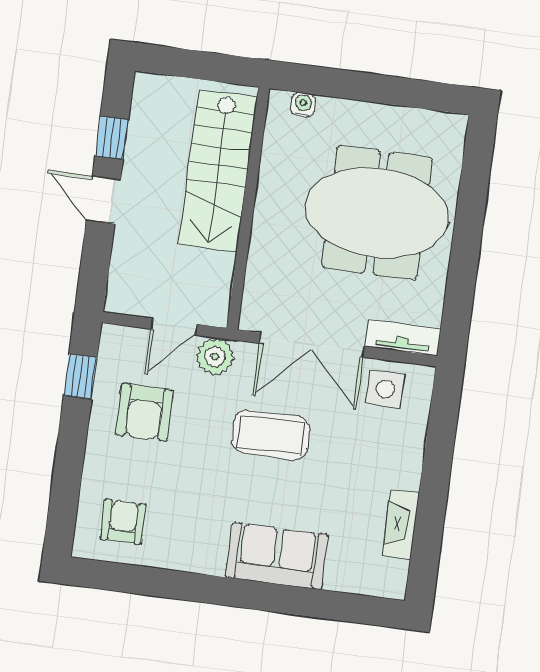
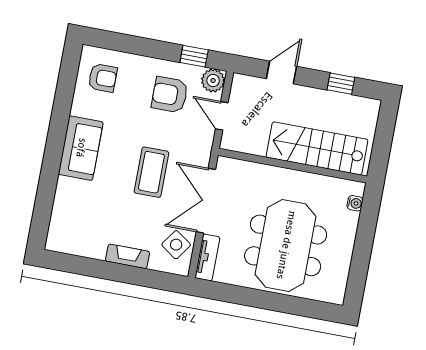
door: (103, 200) -> (281, 72), moved
plant: (215, 357) -> (213, 80), moved
side table: (385, 389) -> (176, 245), turned 35
fireplace: (401, 524) -> (128, 256), moved
sofa: (277, 556) -> (81, 148), moved

